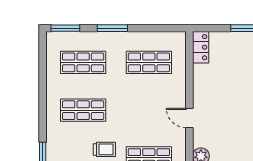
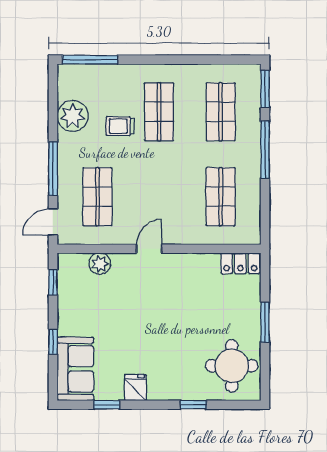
window: (112, 28) -> (265, 150), width x1.44
trolley: (104, 149) -> (120, 126), moved, turned 90

